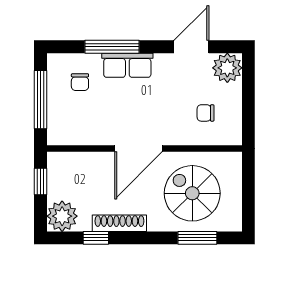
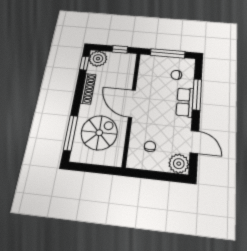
window: (96, 238) -> (84, 63), moved
window: (197, 238) -> (71, 133), width x1.44

